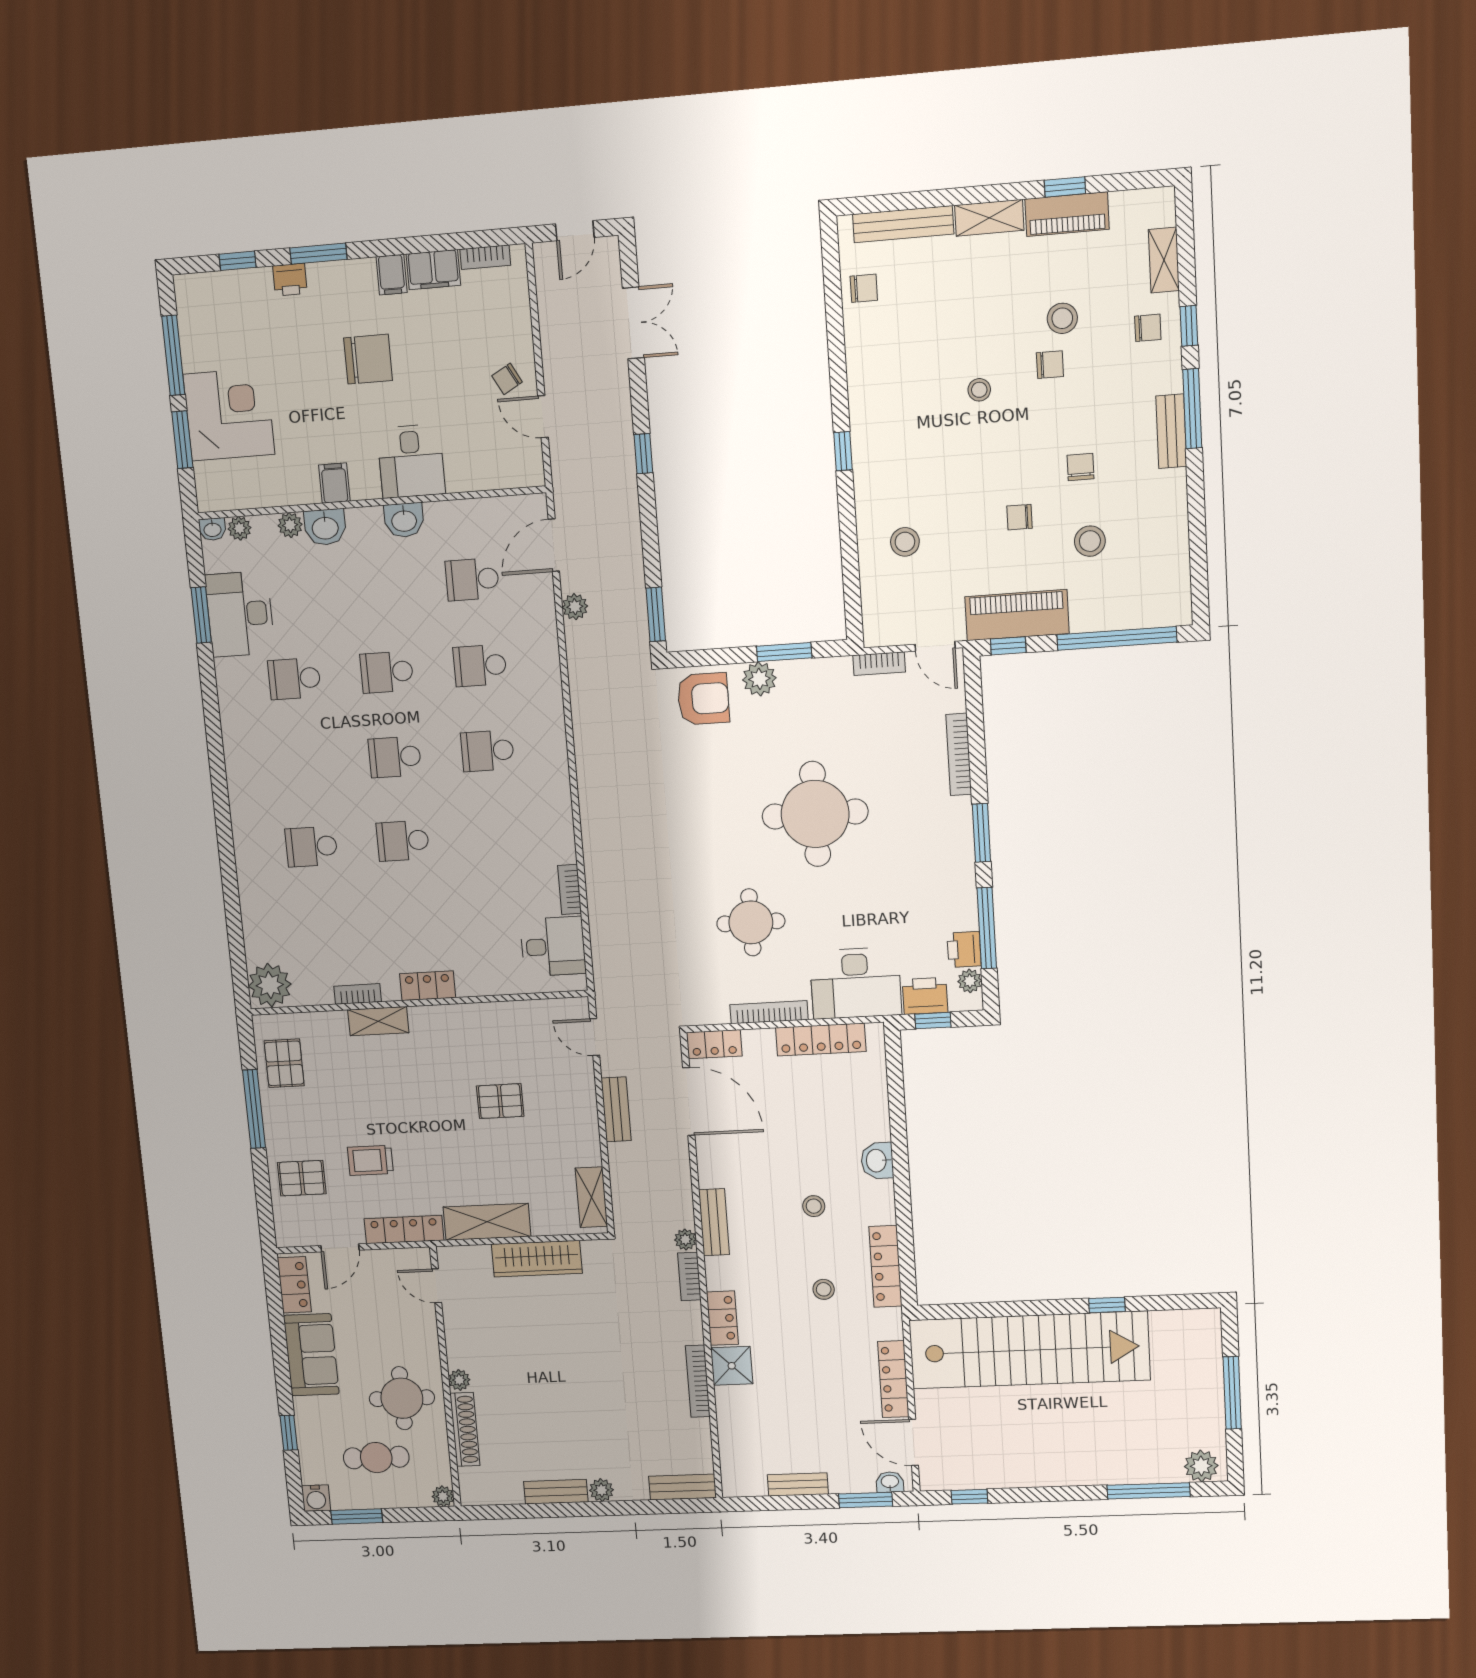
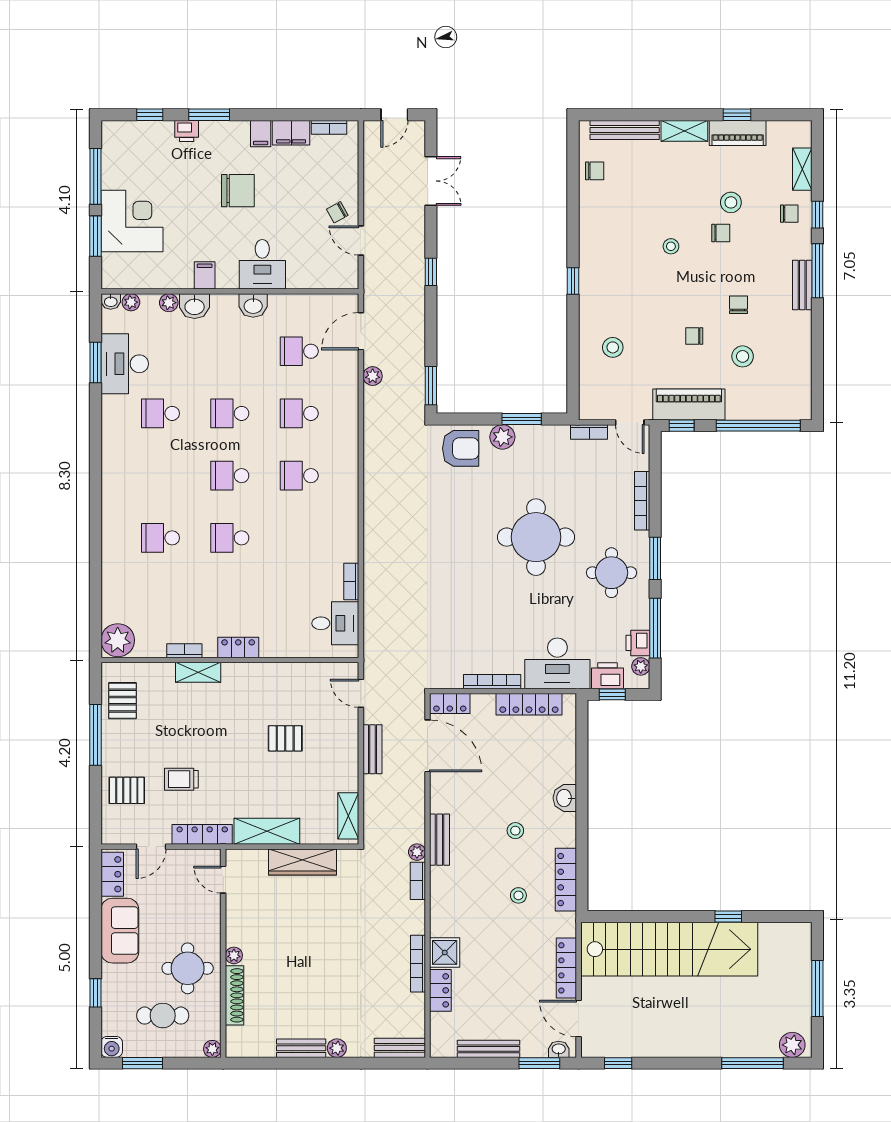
round table: (751, 922) -> (611, 573), moved
locker: (722, 1318) -> (440, 990), moved
bench: (798, 1484) -> (489, 1049), width x1.36

